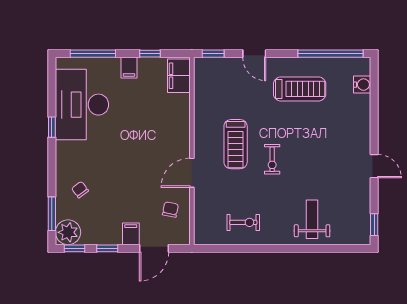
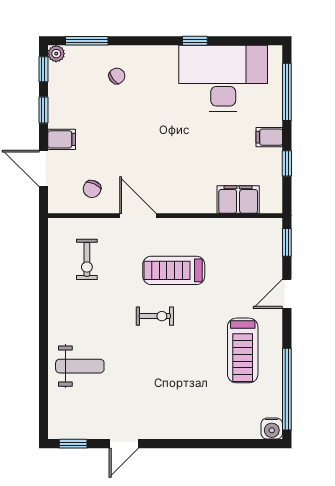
filing cabinet: (179, 76) -> (238, 199), moved
water cooler: (362, 85) -> (272, 429), moved
exercise bike: (272, 159) -> (155, 316), turned 180
door: (374, 166) -> (124, 444), moved
chair: (170, 210) -> (92, 189), turned 103
exercise bike: (243, 222) -> (87, 259), moved
plant: (68, 232) -> (56, 54), width x0.53, depth x0.53

